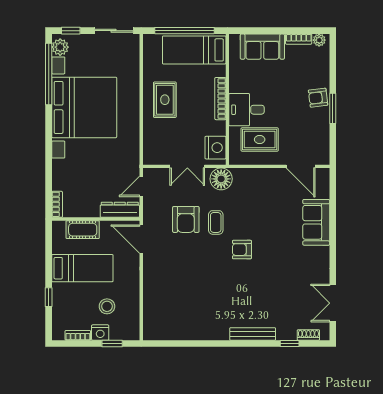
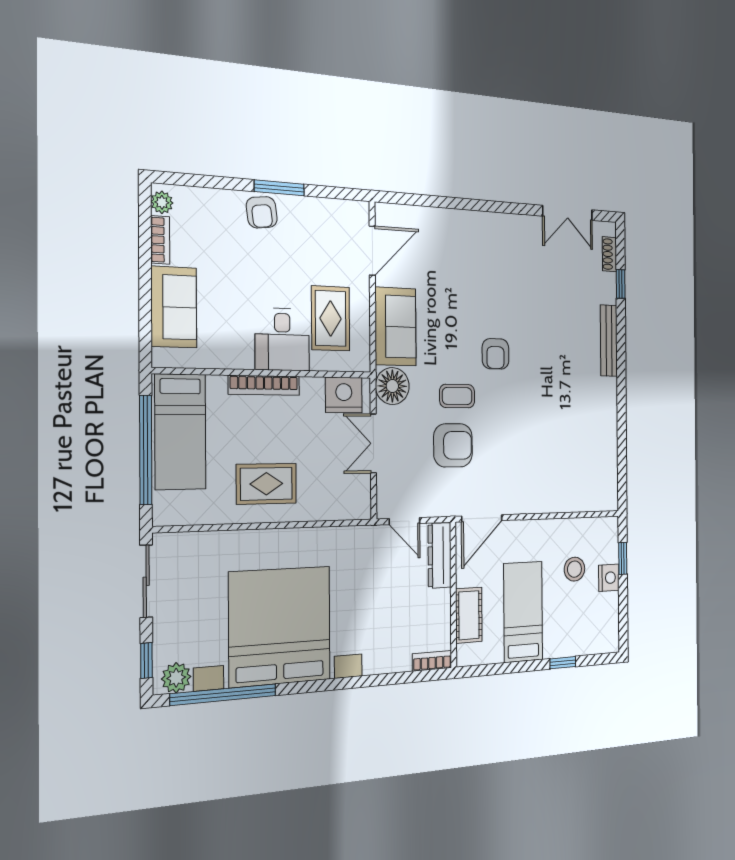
double door: (187, 166) -> (373, 443), swing flipped
sofa: (316, 222) -> (396, 327), moved, turned -90
bookcase: (78, 335) -> (613, 612), removed

